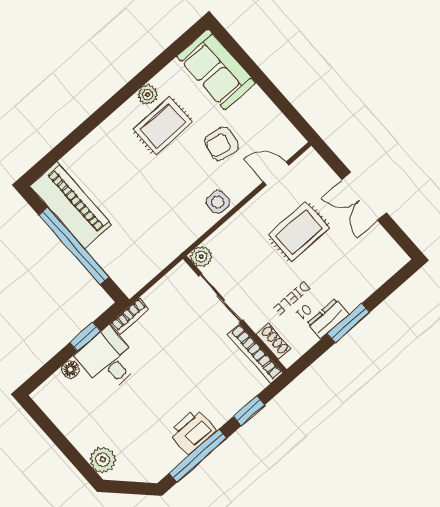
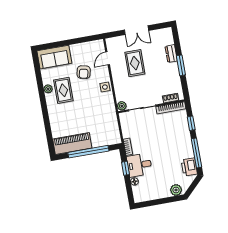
dresser: (328, 319) -> (171, 54), moved
printer: (192, 432) -> (189, 167), moved

